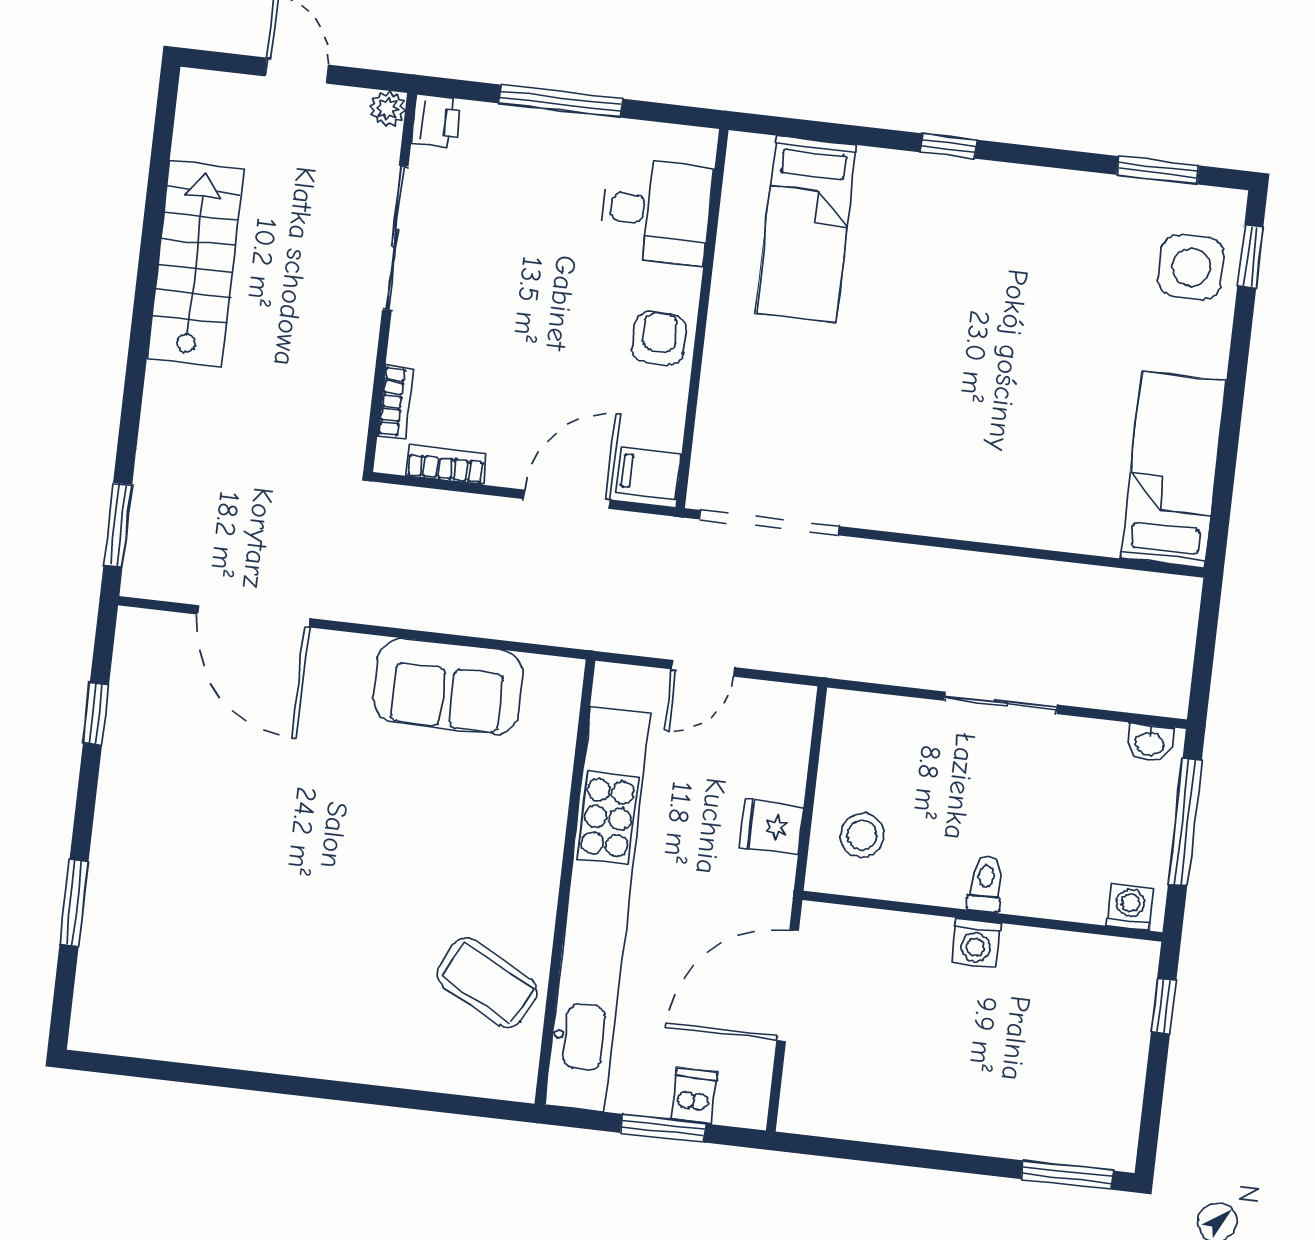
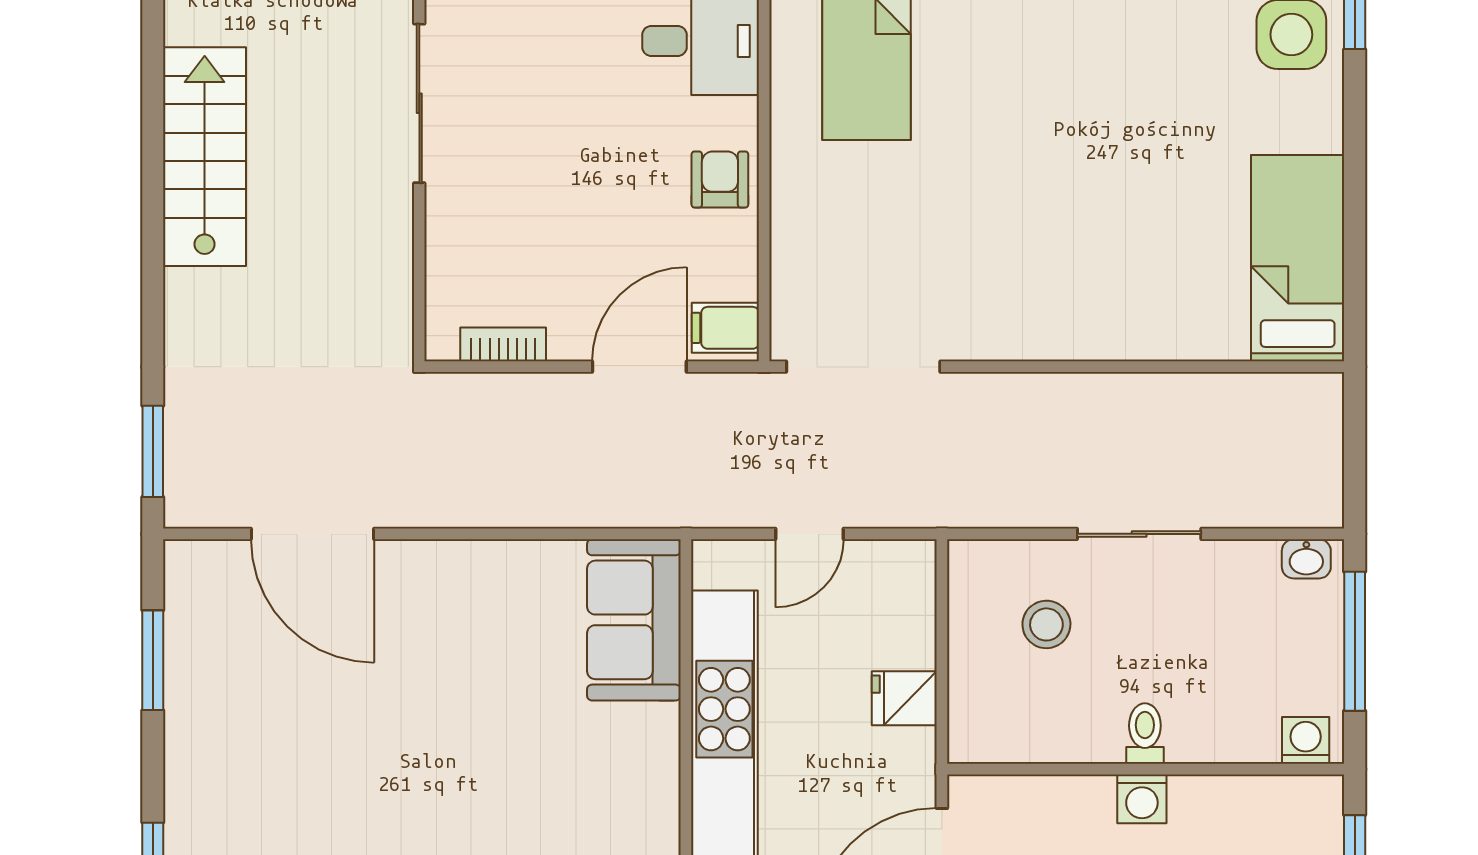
bookcase: (395, 402) -> (440, 282), removed
sofa: (448, 686) -> (634, 620), moved, turned 90
window: (96, 714) -> (153, 660), width x1.50
stool: (862, 835) -> (1046, 624), moved

